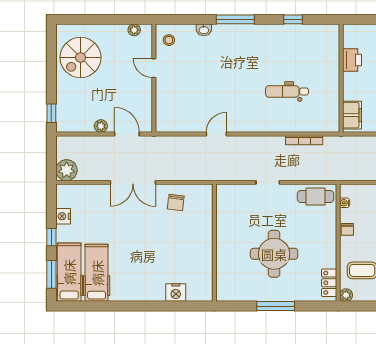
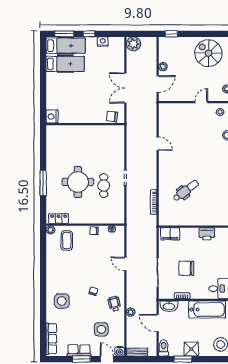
dental chair: (287, 91) -> (186, 191), turned 53
cafe table: (316, 197) -> (104, 185), moved
wall: (214, 243) -> (85, 124), moved

